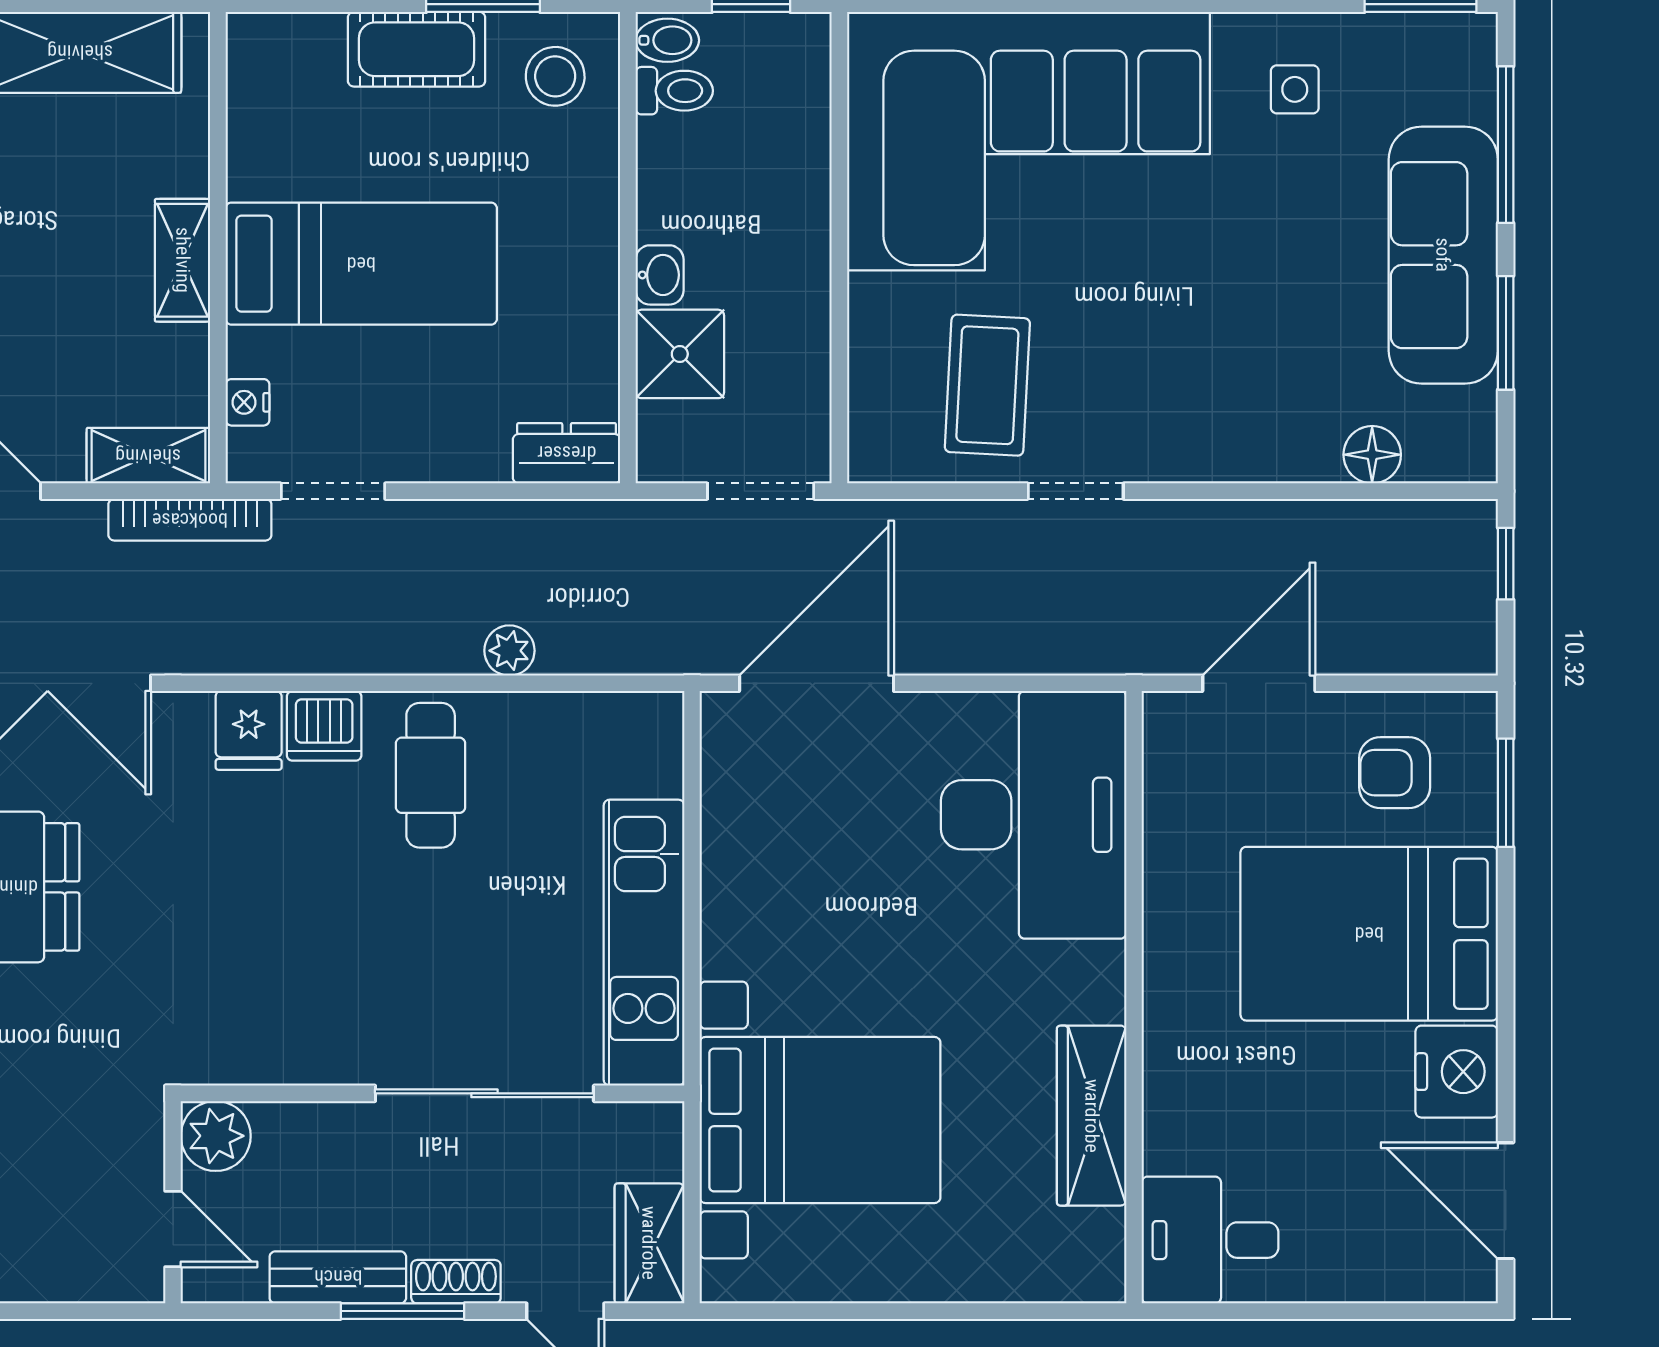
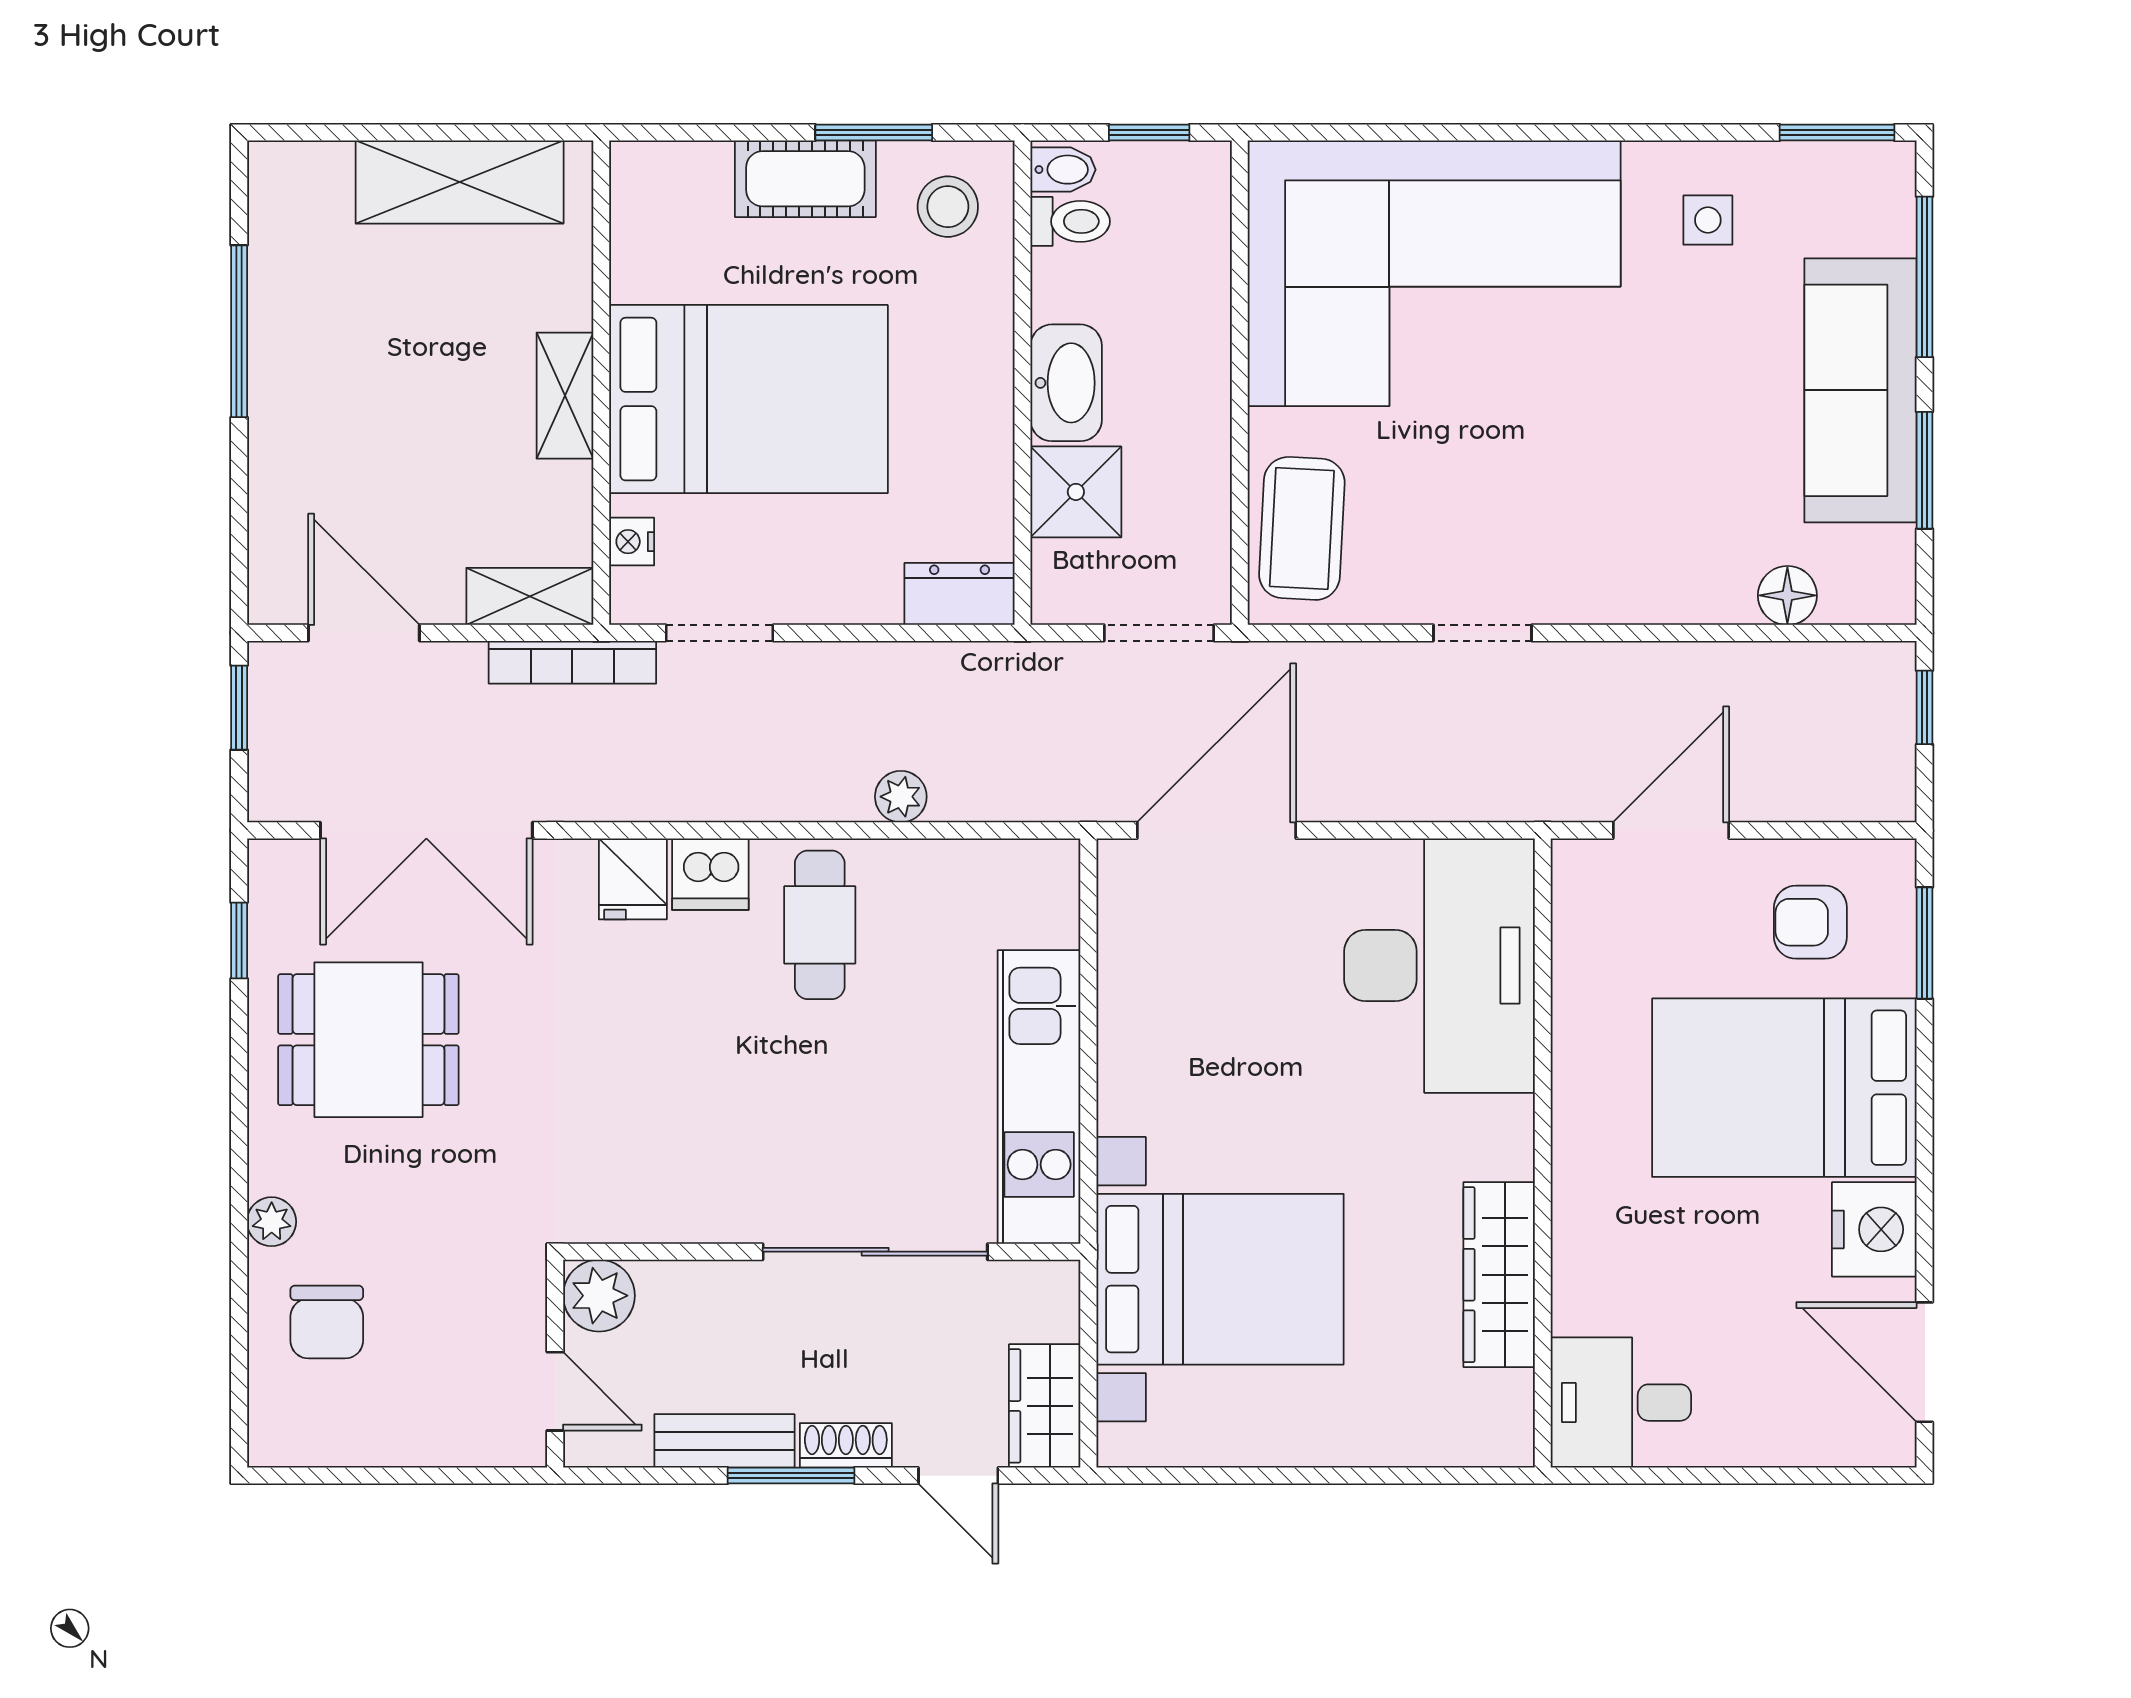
bed: (361, 264) -> (748, 399), width x1.50
washbasin: (660, 275) -> (1066, 383), width x1.91, depth x1.45
coffee table: (987, 385) -> (1302, 528), moved

